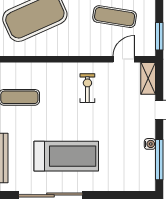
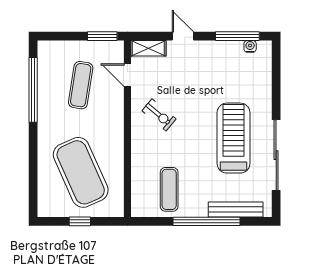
exercise bike: (87, 88) -> (159, 115), turned -140
water cooler: (150, 144) -> (250, 46), moved

